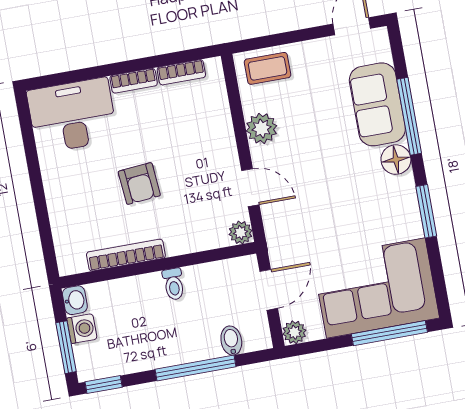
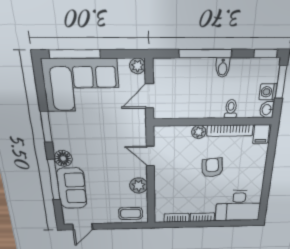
plant: (241, 233) -> (199, 132), moved
filing cabinet: (72, 258) -> (261, 134), added
toilet: (174, 284) -> (231, 109), moved
bidet: (231, 341) -> (223, 68), moved

